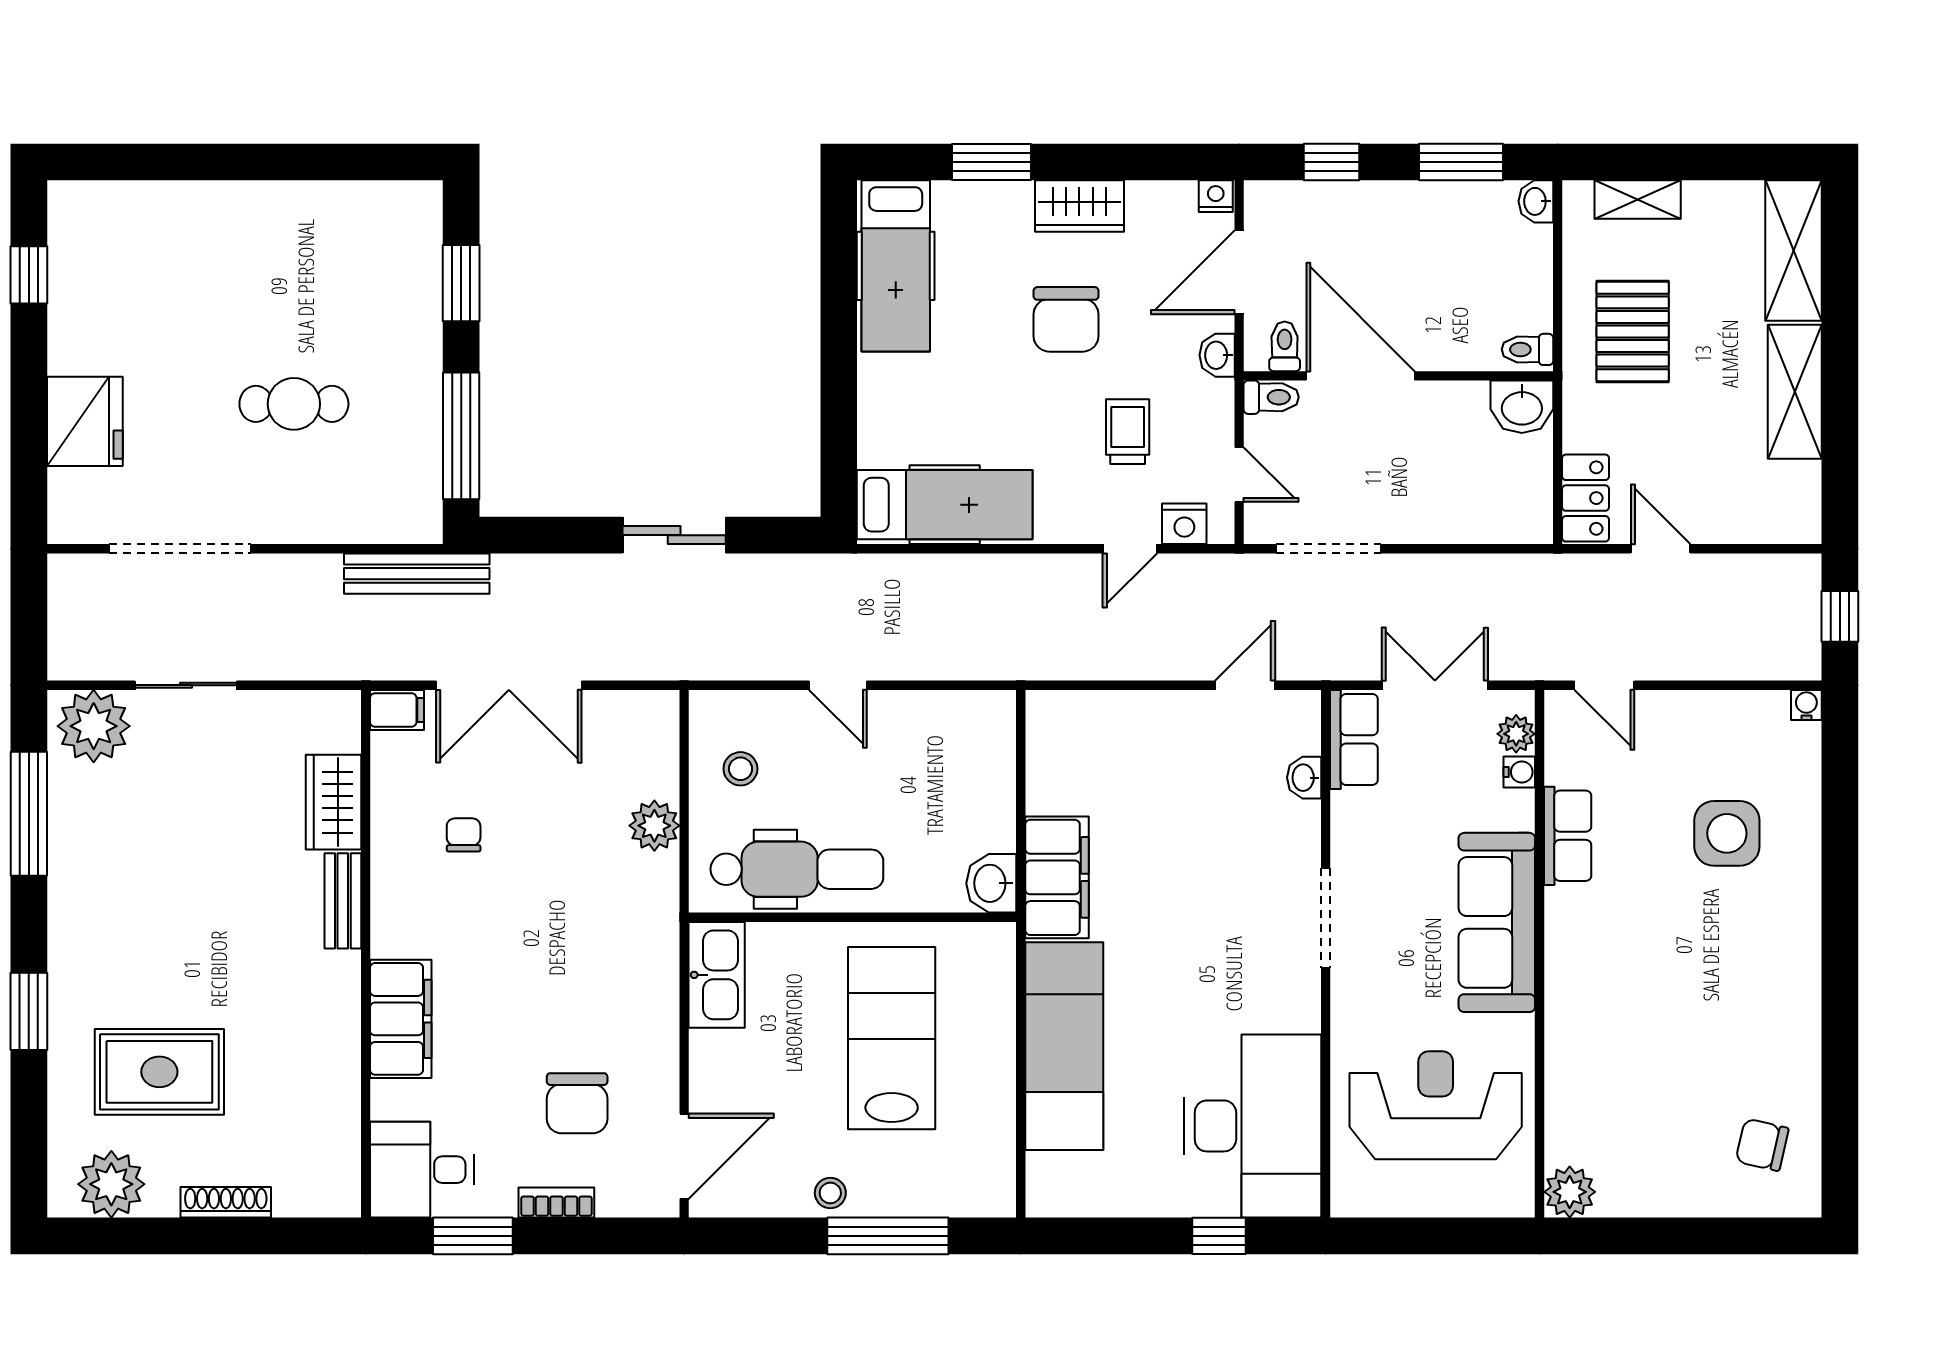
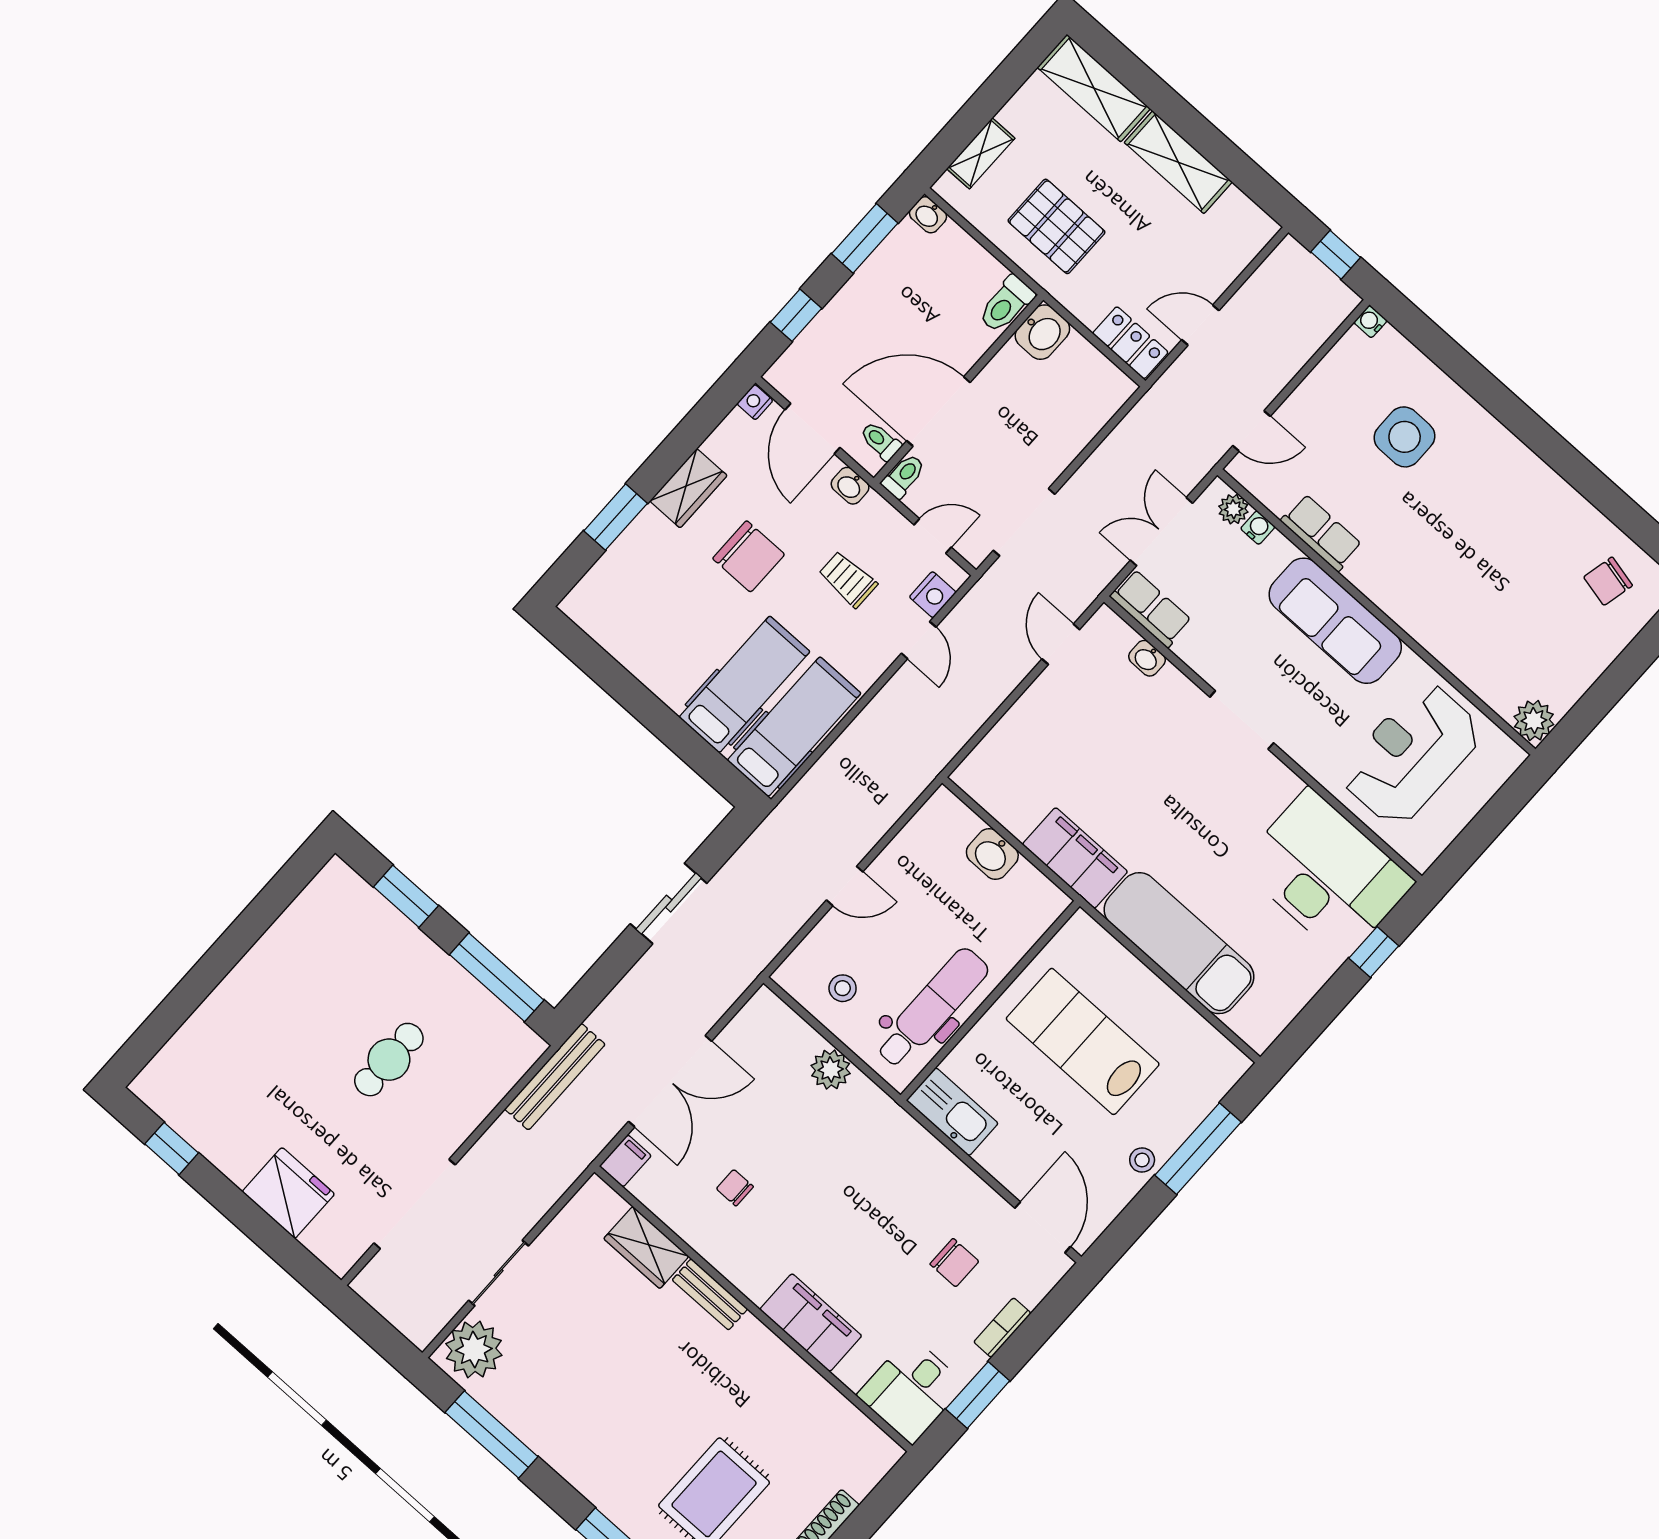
hospital bed: (896, 266) -> (744, 684), moved, turned -90
toilet: (1528, 349) -> (1006, 304), width x1.37, depth x1.39
washbasin: (991, 883) -> (992, 854), moved
chair: (577, 1103) -> (954, 1263), width x0.73, depth x0.73

